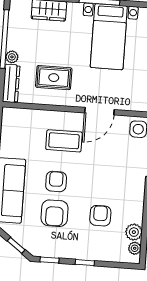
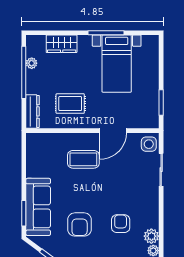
plant: (12, 57) -> (32, 63), moved
armchair: (56, 181) -> (79, 196), removed

